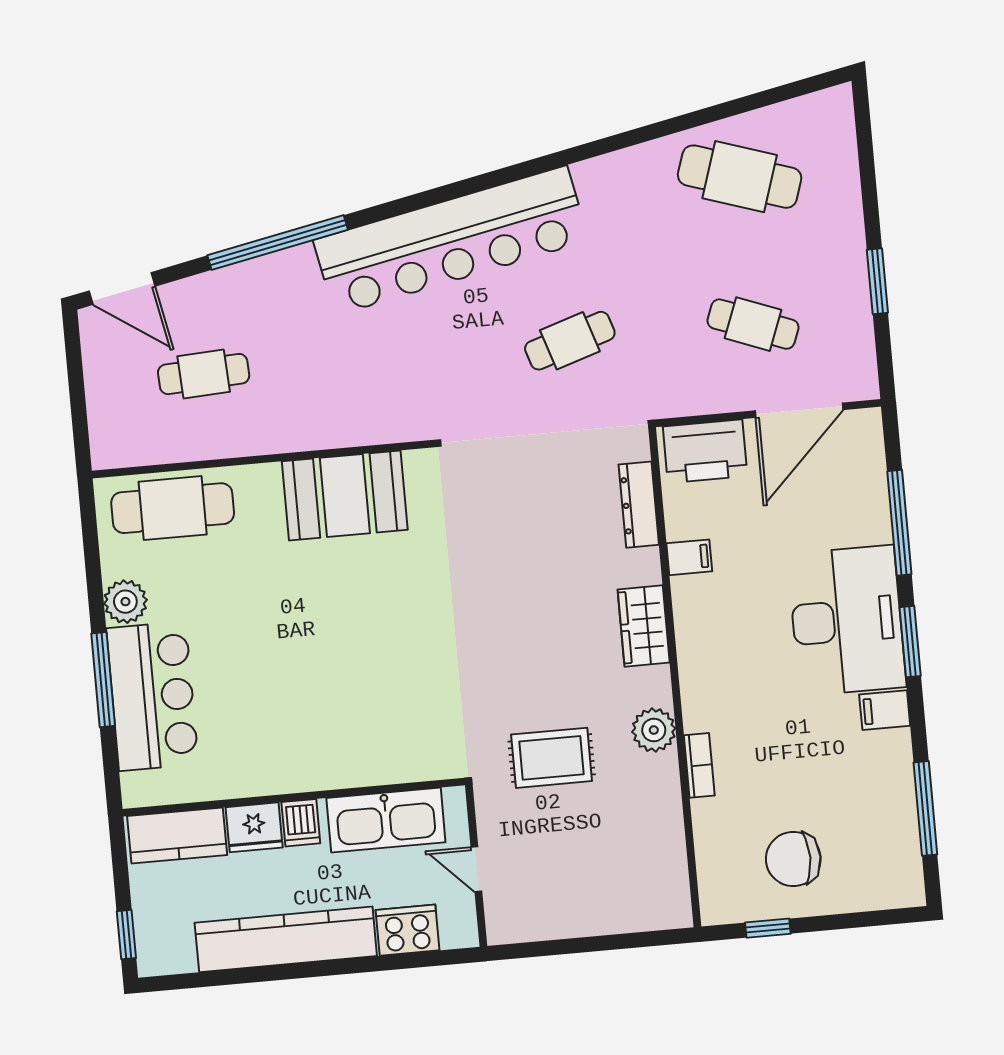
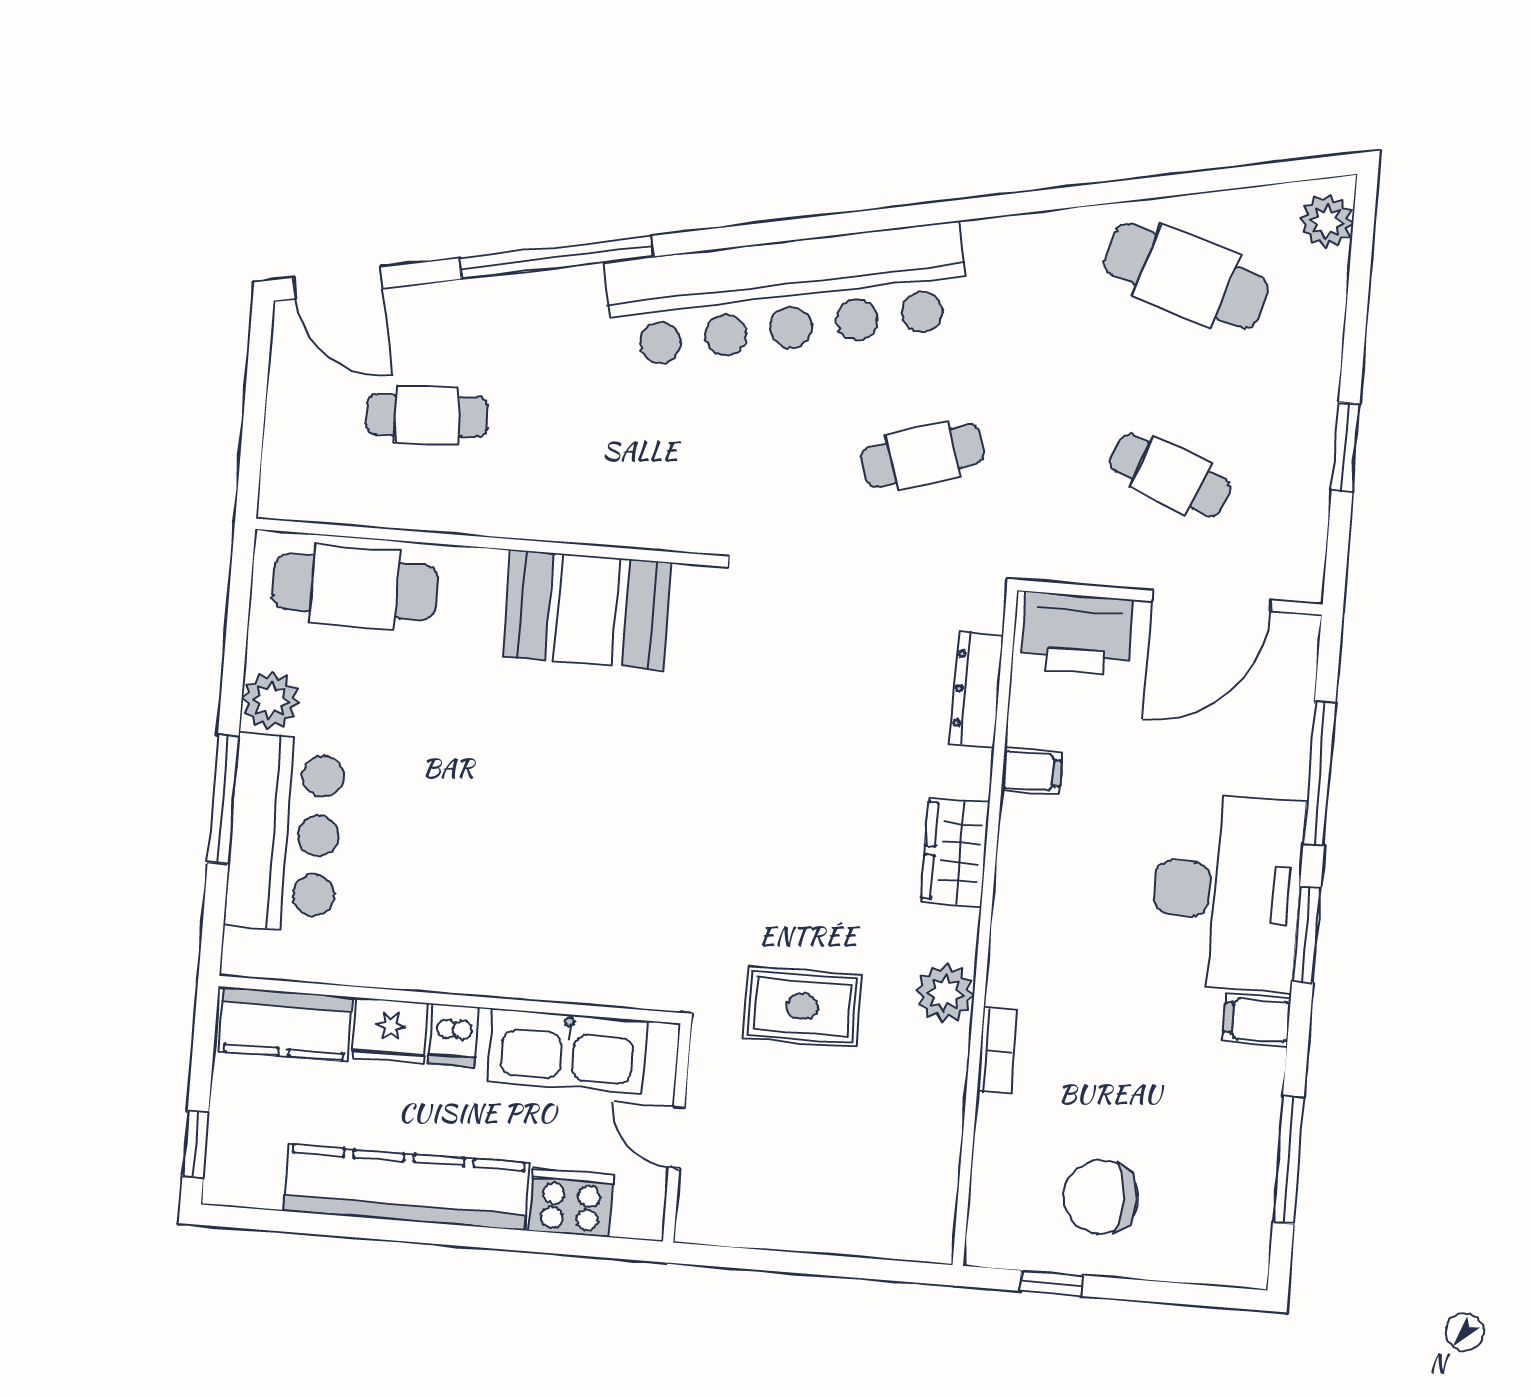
plant: (835, 119) -> (1327, 221), added

